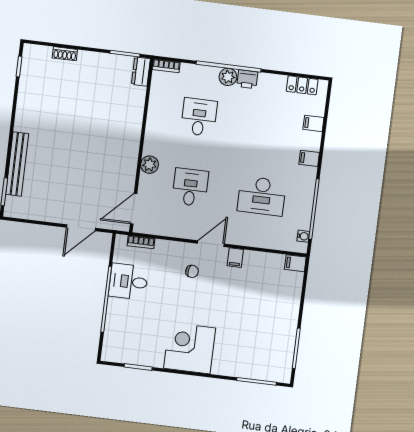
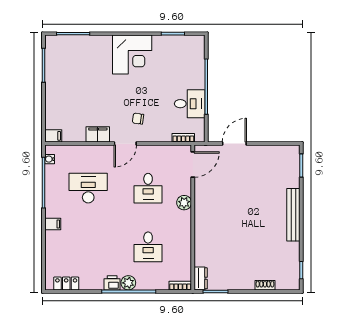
filing cabinet: (313, 123) -> (53, 253), removed
bench: (17, 164) -> (293, 215), moved
filing cabinet: (235, 258) -> (98, 134), width x2.00

